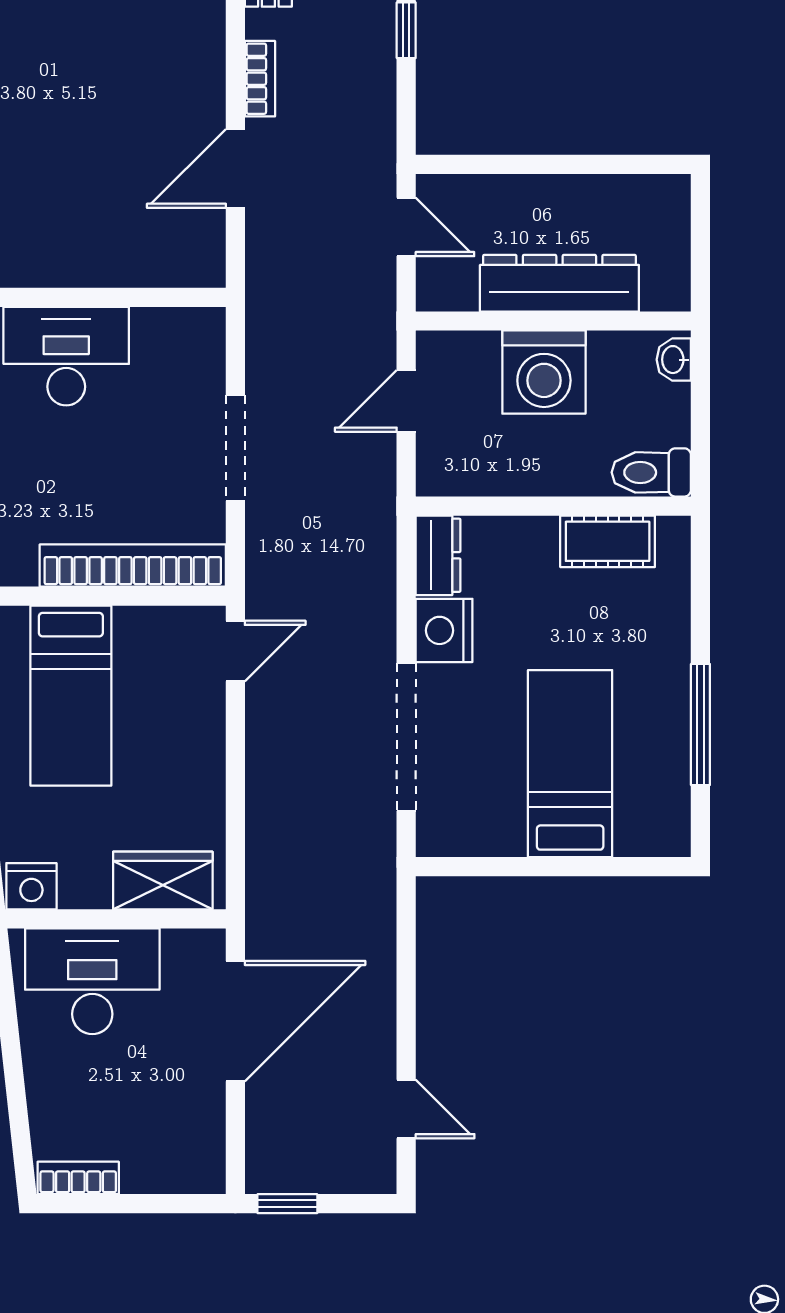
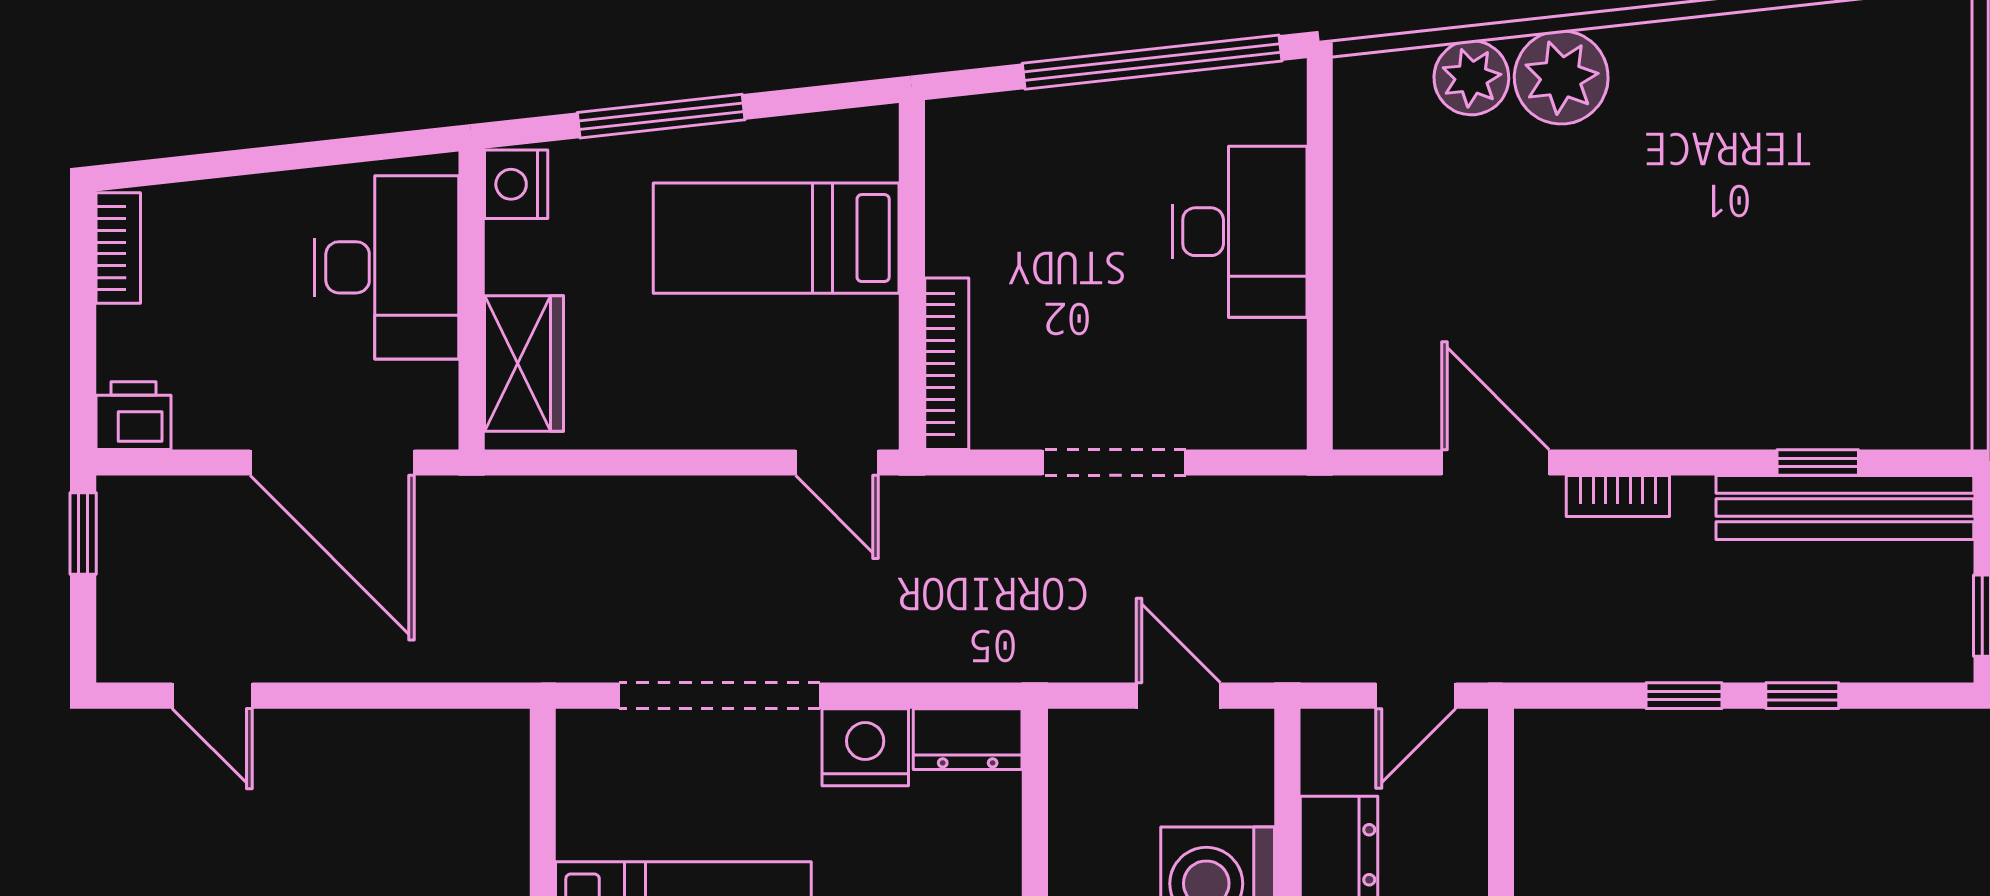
bookcase: (133, 566) -> (947, 364), width x0.68, depth x0.76
door: (406, 1109) -> (212, 696), hinge flipped
printer: (201, 1167) -> (133, 416), added

